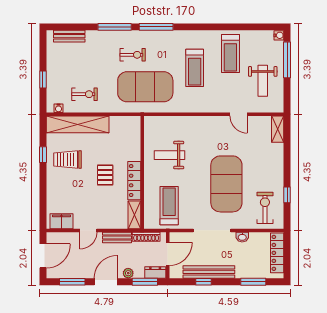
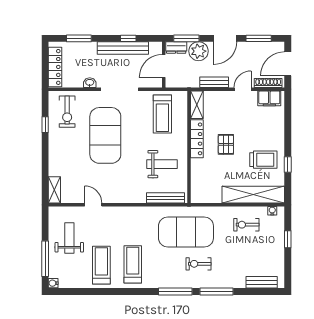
treadmill: (195, 68) -> (133, 264), moved
bench: (166, 121) -> (165, 198), added
shoe rack: (146, 237) -> (268, 83), moved
plant: (128, 273) -> (199, 51), width x1.87, depth x1.87

